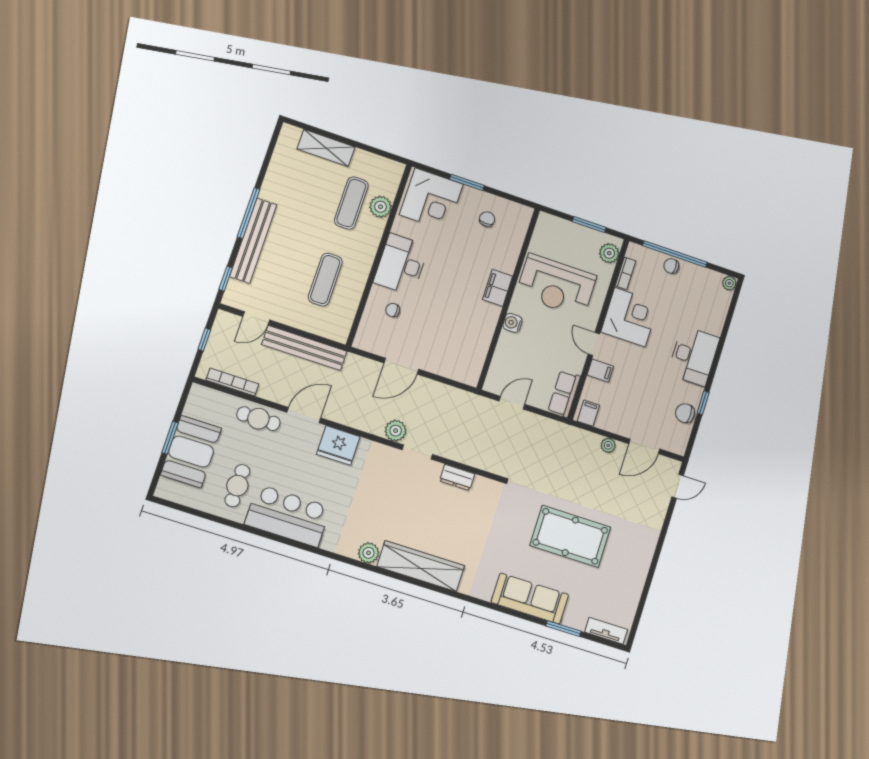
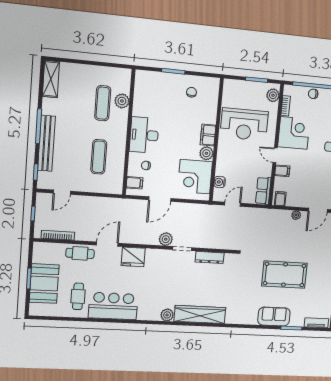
shelving: (326, 148) -> (51, 79), moved, turned 90
corner desk: (431, 199) -> (195, 177), moved, turned 90
plant: (489, 315) -> (206, 153), added
water cooler: (512, 323) -> (220, 182), moved
filing cabinet: (369, 332) -> (135, 183), added
bench: (304, 348) -> (97, 203), removed
dresser: (457, 477) -> (210, 257), width x1.44
sofa: (530, 599) -> (274, 316), width x0.73

